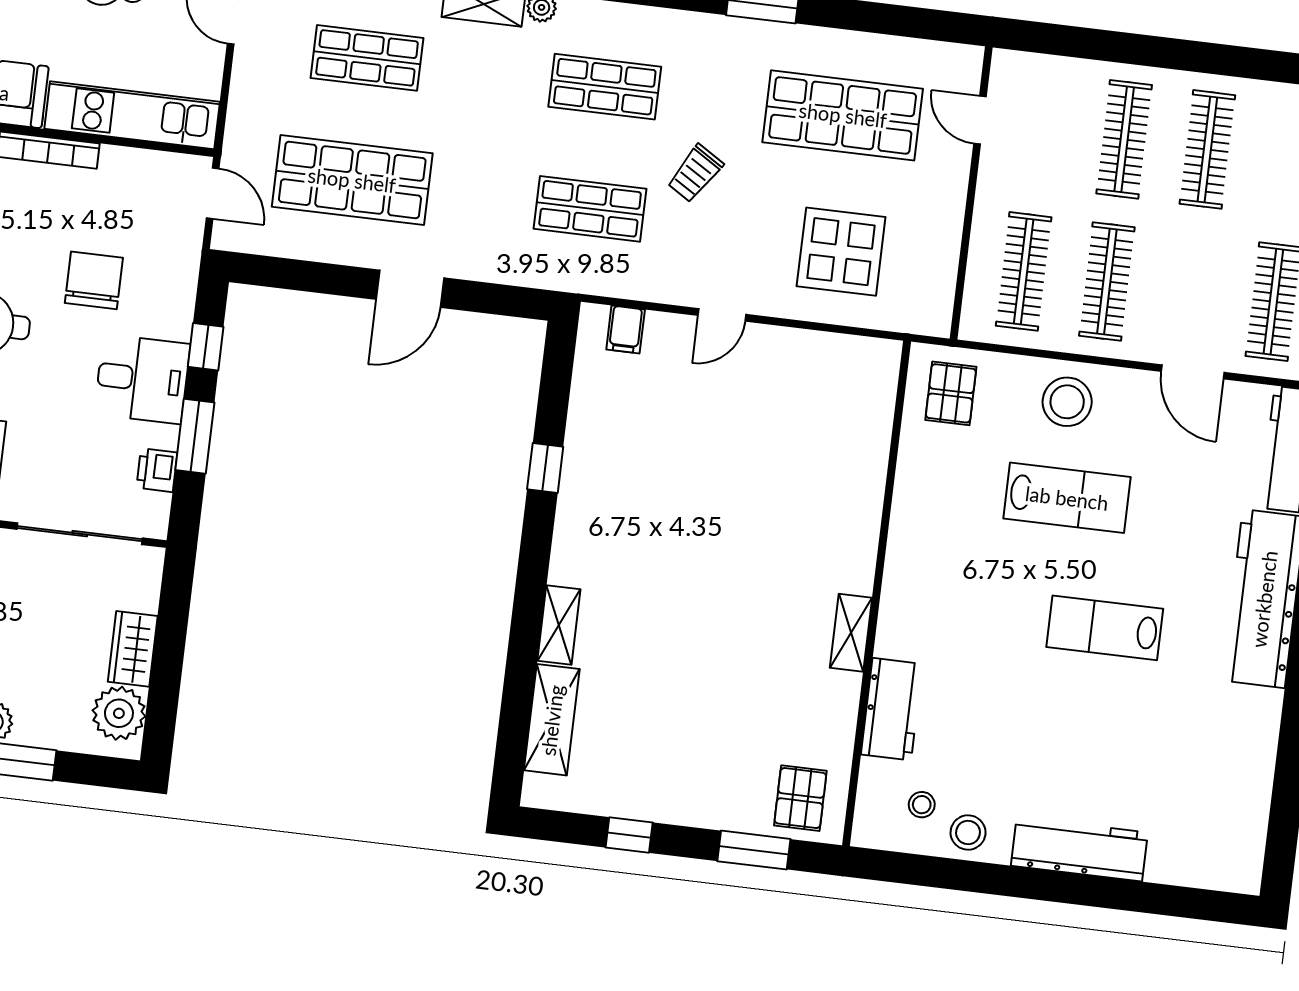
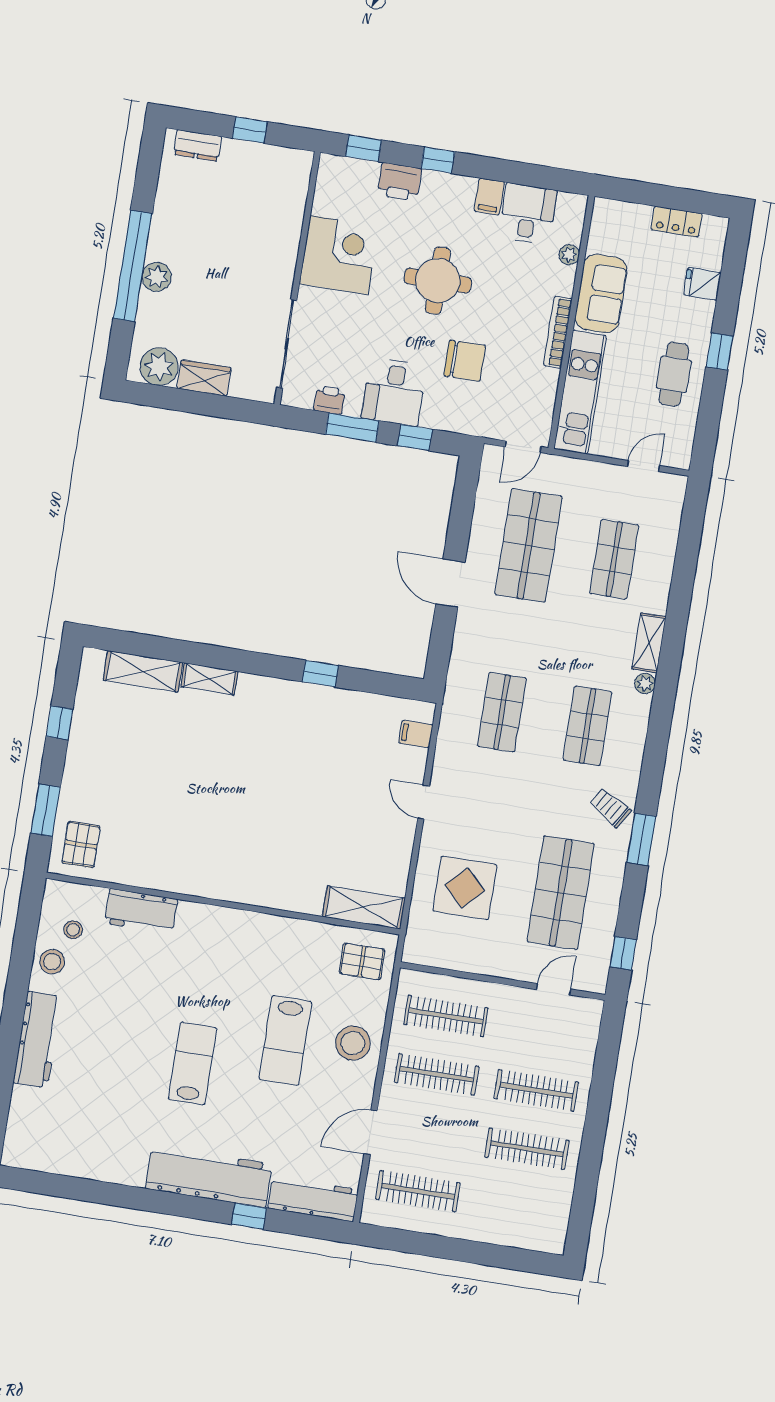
window: (925, 24) -> (623, 953), added
trolley: (695, 173) -> (610, 808), moved
shelving: (851, 633) -> (364, 907), moved, width x1.50, depth x1.33
pallet: (800, 798) -> (81, 844), turned 90

